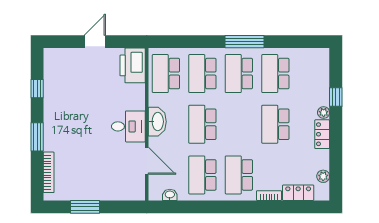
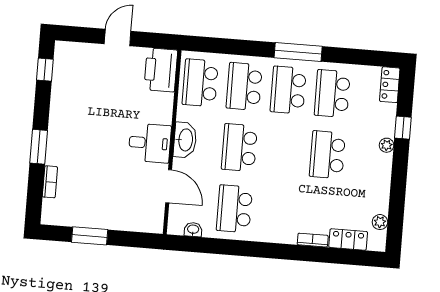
window: (37, 89) -> (45, 70), moved
locker: (322, 134) -> (390, 85), moved
bookcase: (49, 172) -> (50, 182), width x0.64
school desk: (239, 175) -> (278, 212), removed

